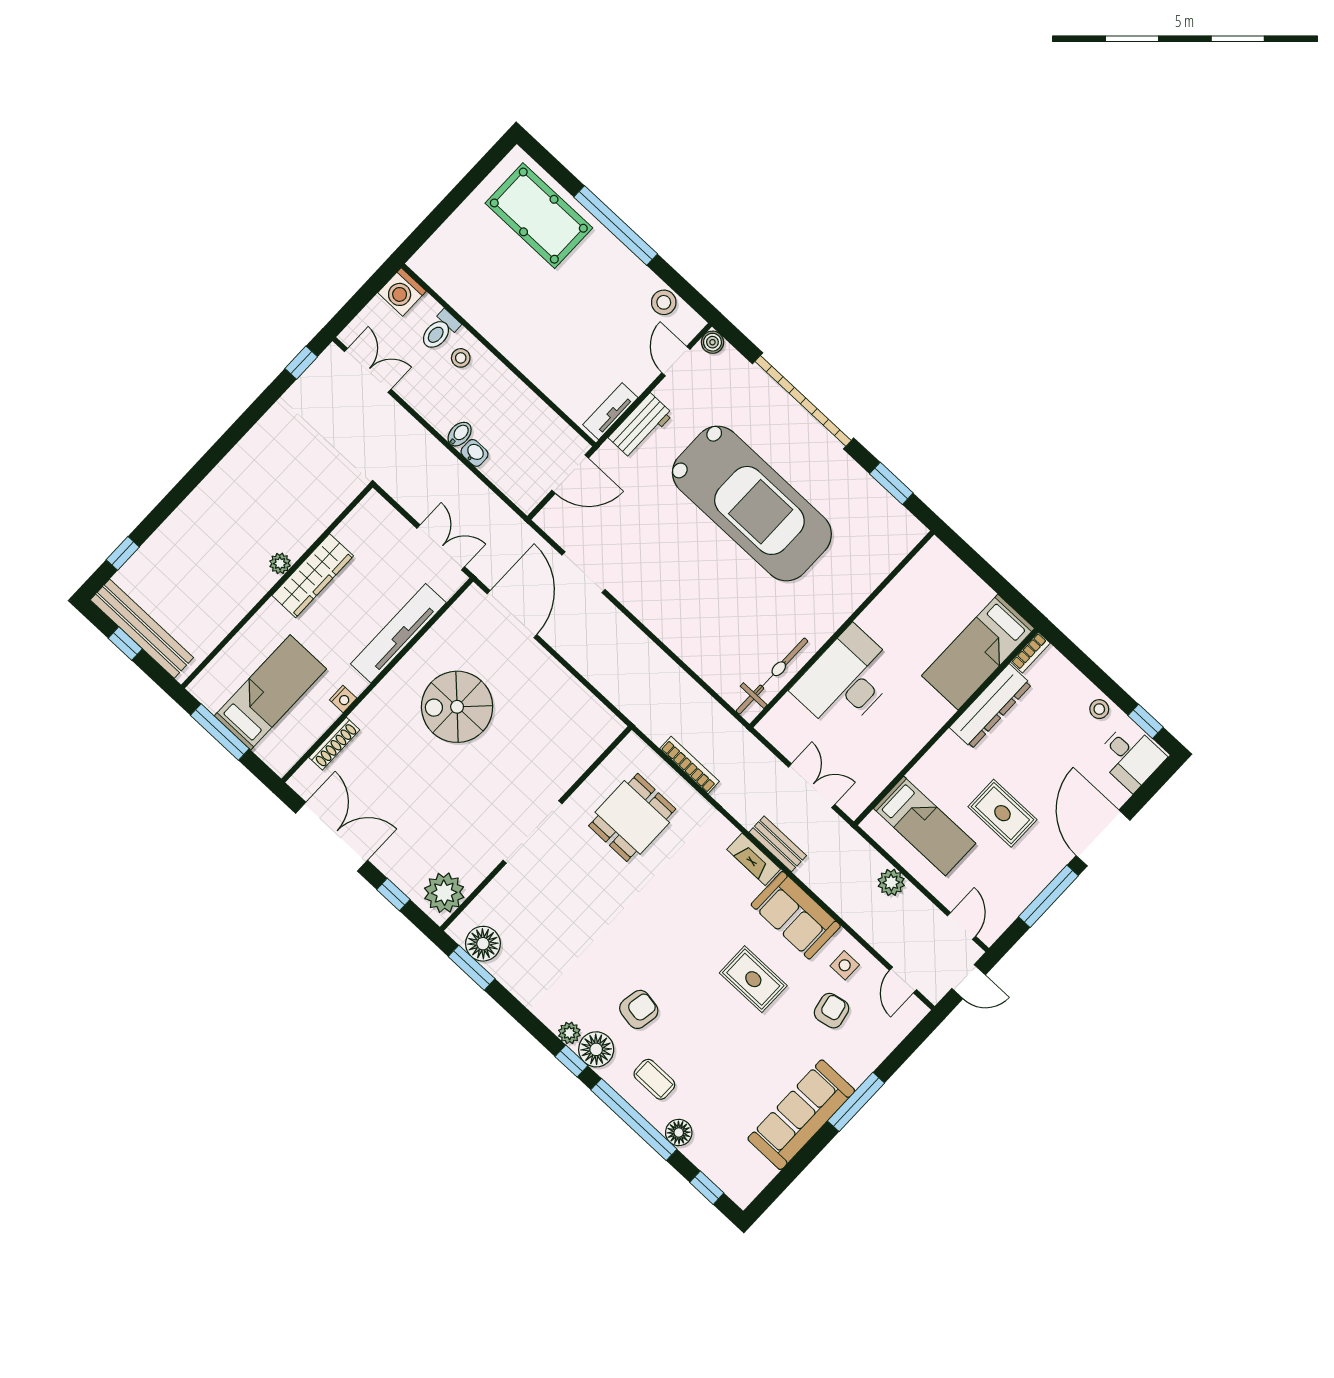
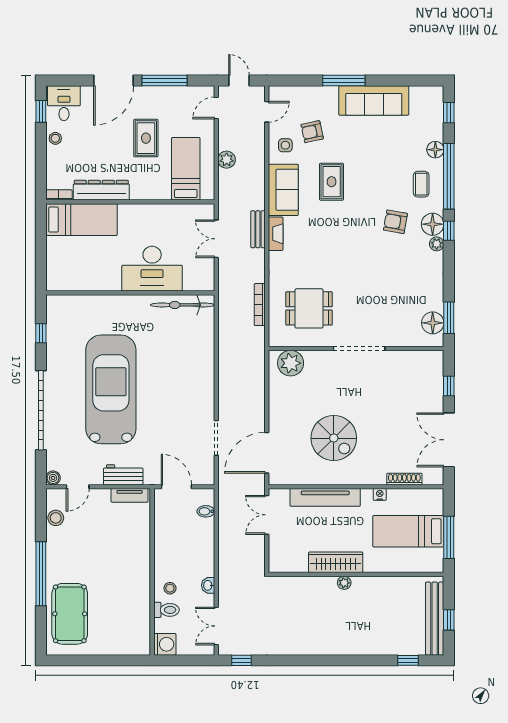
bidet: (460, 434) -> (206, 511), moved
washbasin: (475, 453) -> (208, 585), moved
window: (891, 483) -> (41, 333), width x0.67
plant: (444, 893) -> (291, 363), moved

